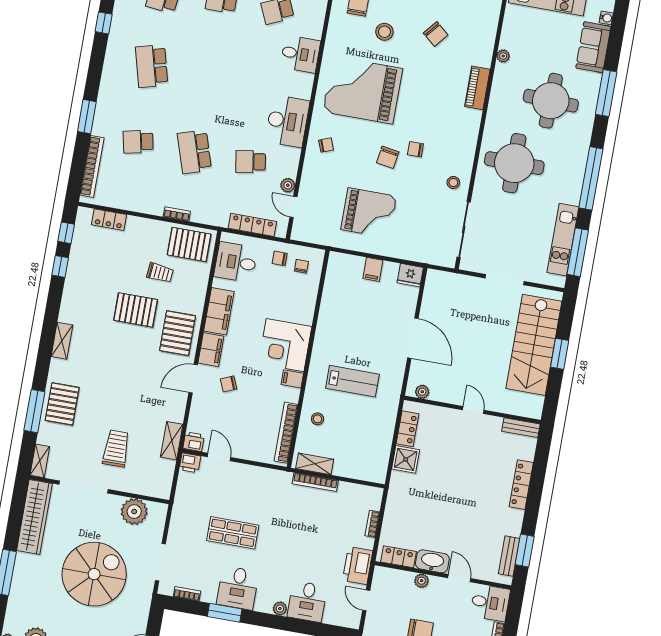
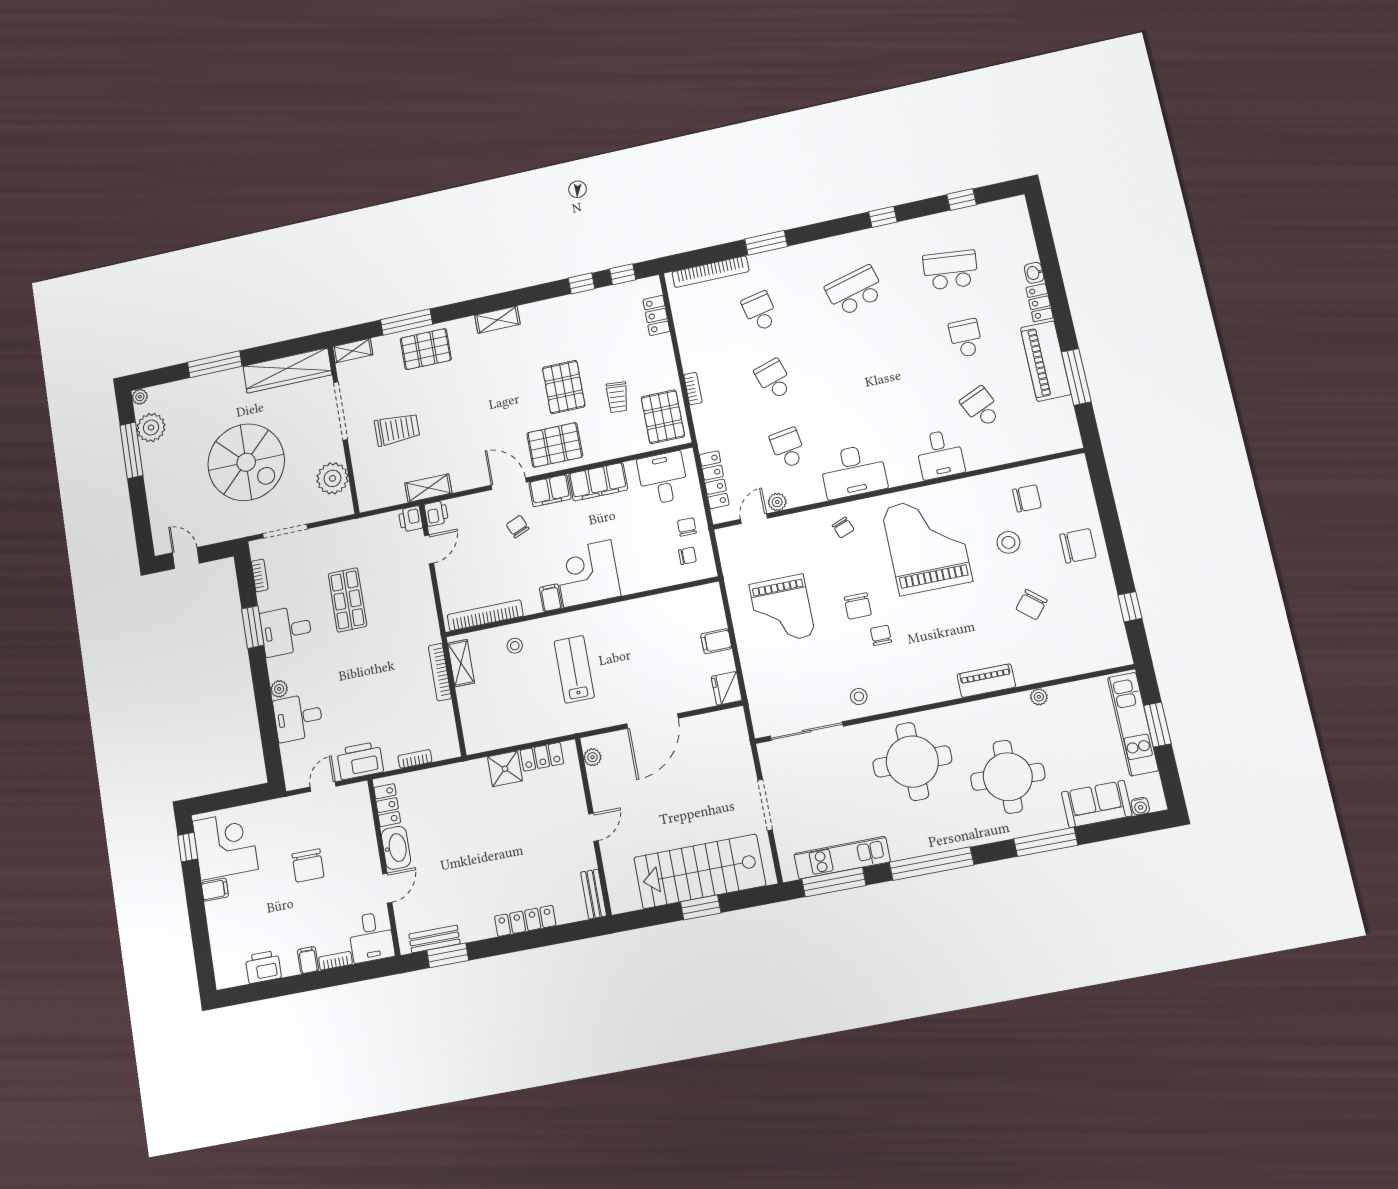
school desk: (194, 152) -> (774, 379), width x0.54
chair: (388, 157) -> (858, 606), turned -99
lab bench: (352, 381) -> (574, 669), turned 180
plant: (422, 581) -> (369, 844), removed

